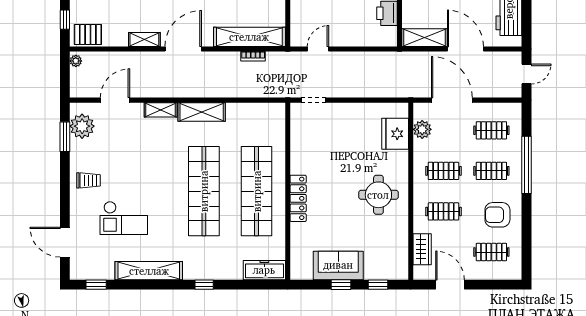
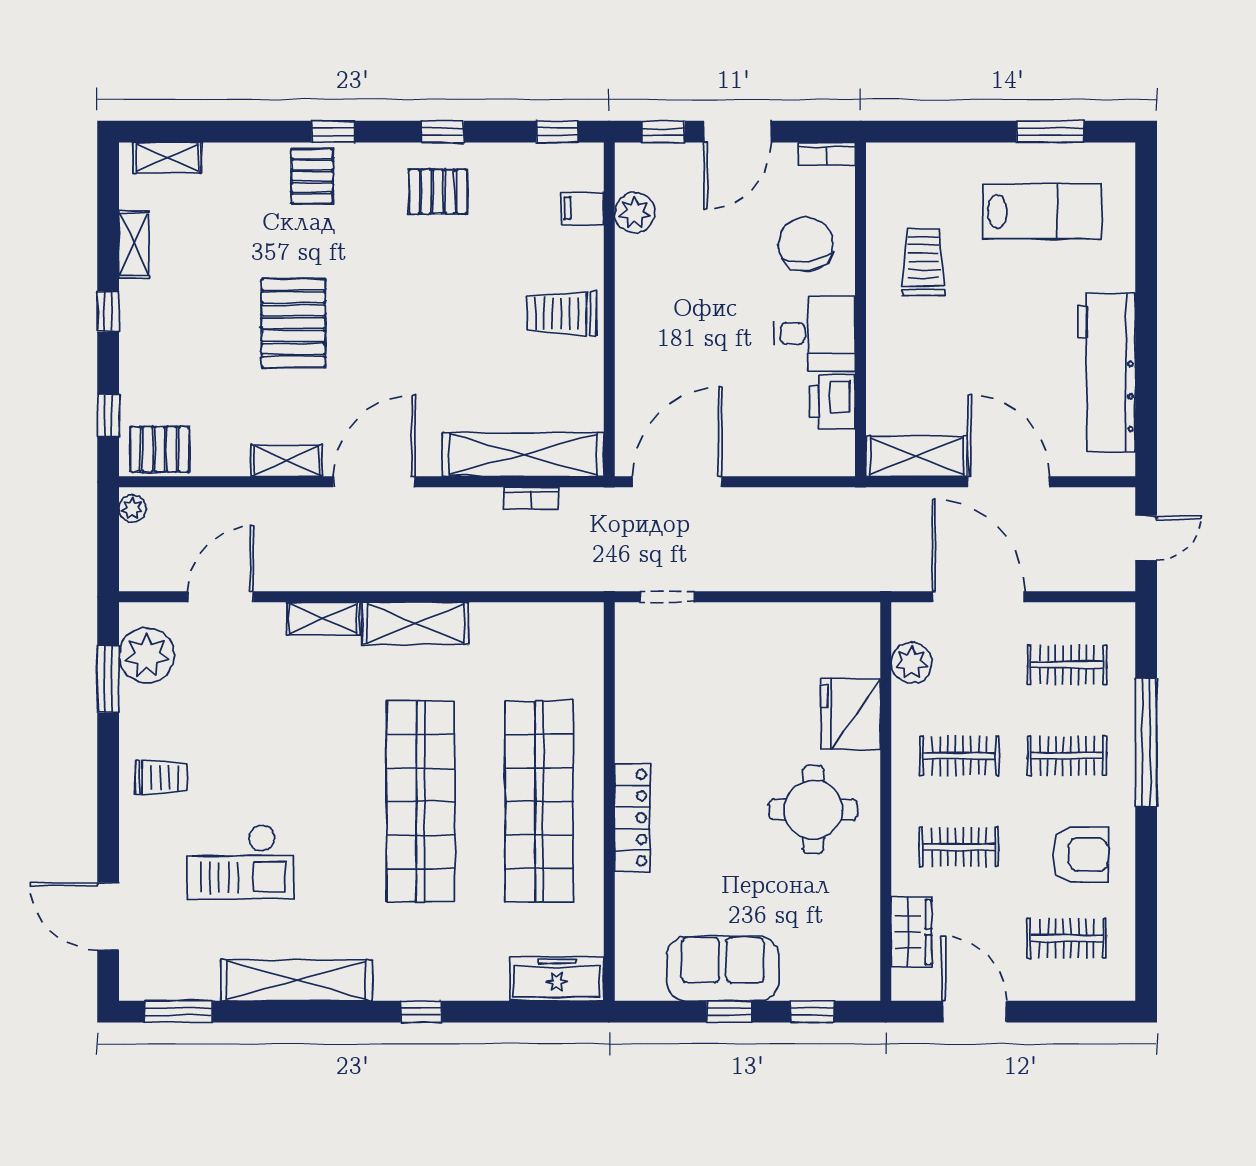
door: (318, 49) -> (677, 482), width x1.87
fridge: (395, 134) -> (851, 714), moved
armchair: (497, 215) -> (1081, 855), turned 180
window: (96, 285) -> (178, 1012), width x1.50

